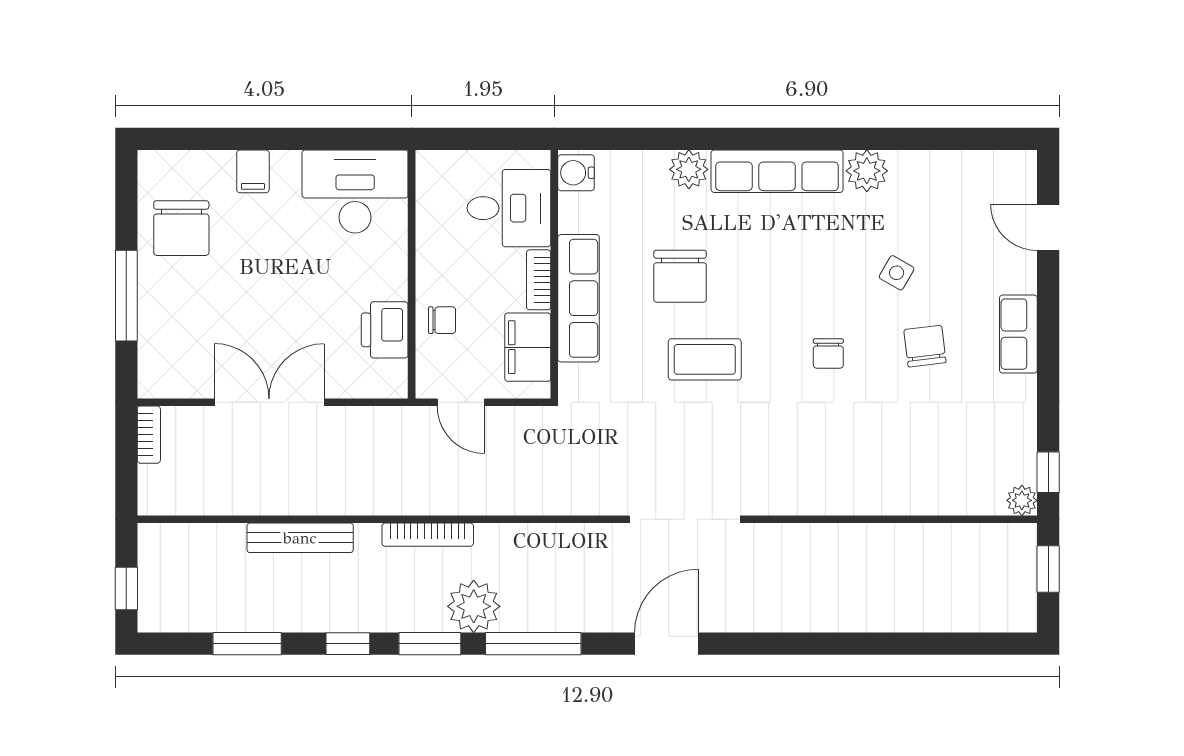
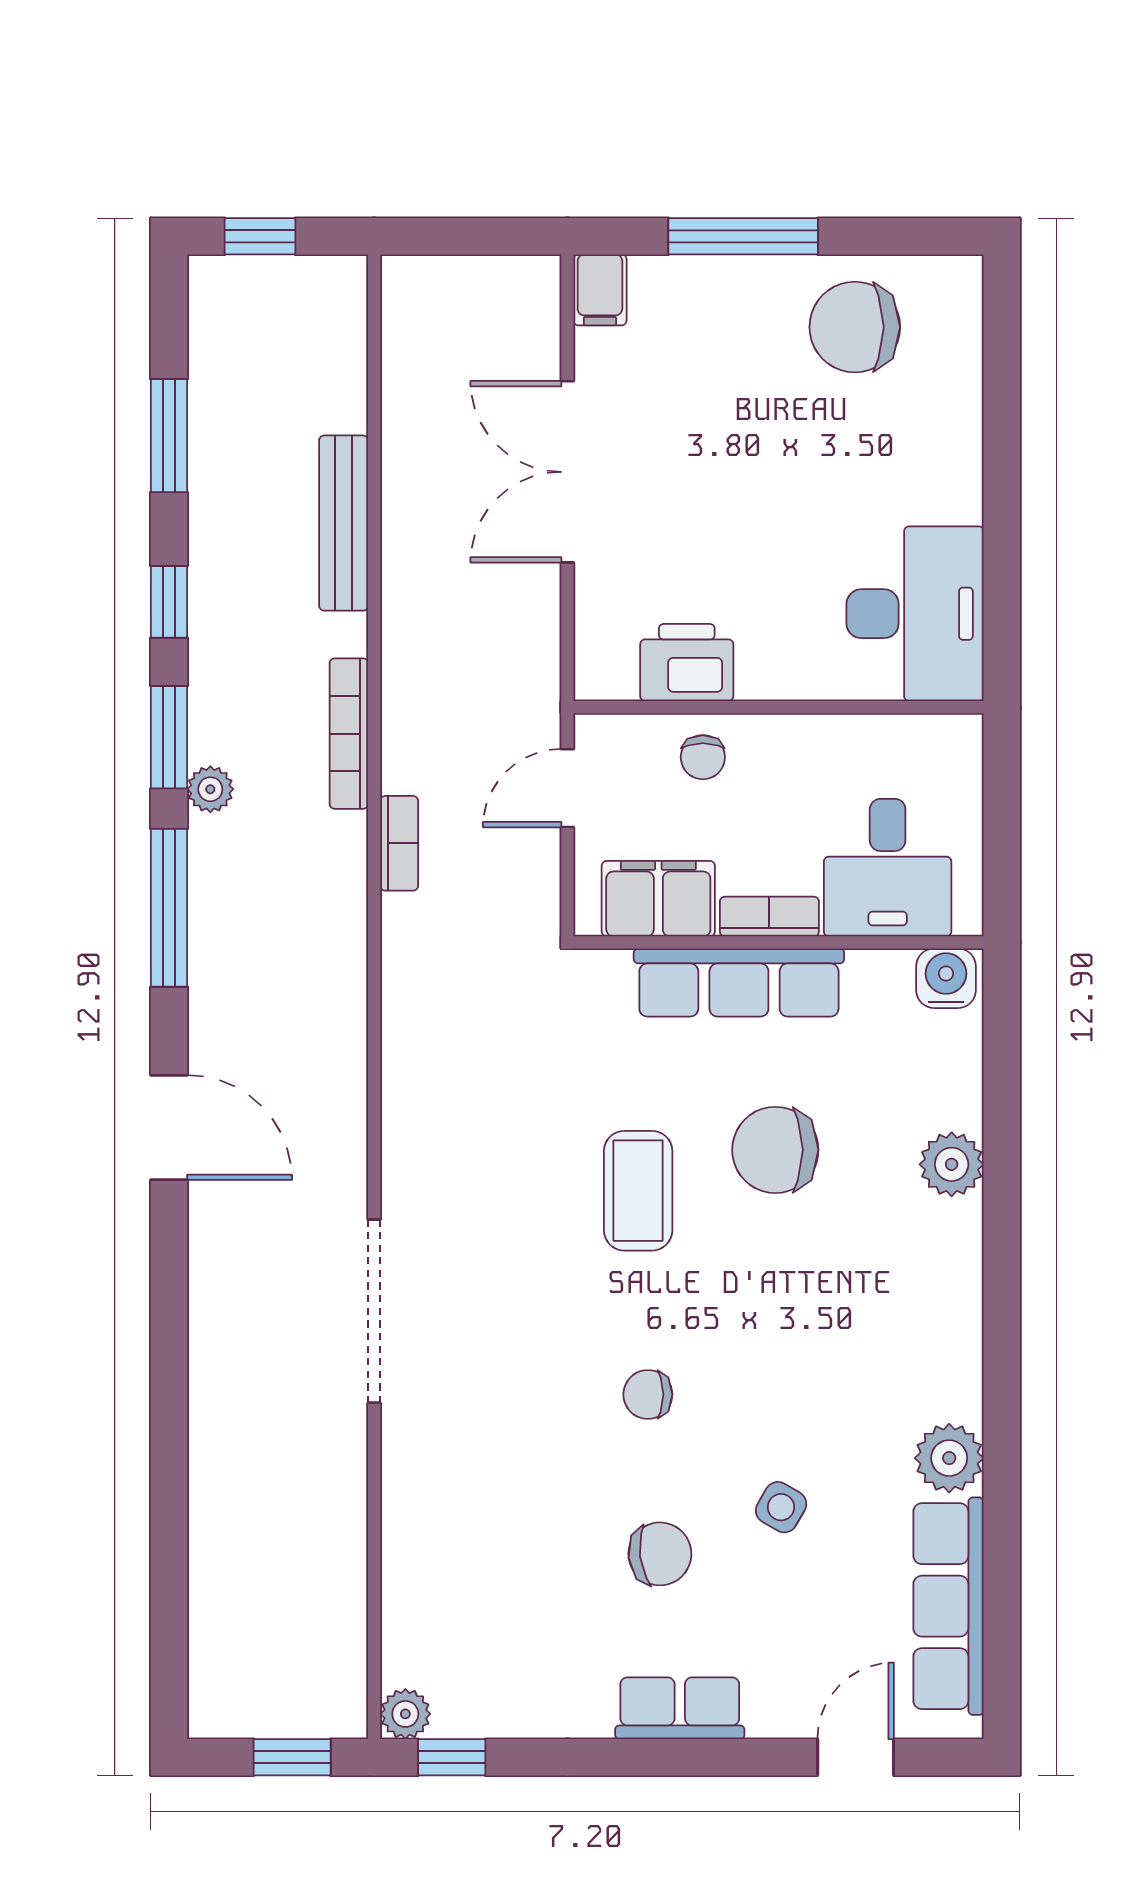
filing cabinet: (253, 171) -> (600, 290), moved, turned -90
row of seats: (777, 171) -> (949, 1606), moved
double door: (269, 402) -> (567, 472), swing flipped
bookcase: (149, 435) -> (399, 843), moved, turned -90
doorway: (685, 519) -> (374, 1311), moved
plant: (474, 606) -> (210, 789), width x0.53, depth x0.53

